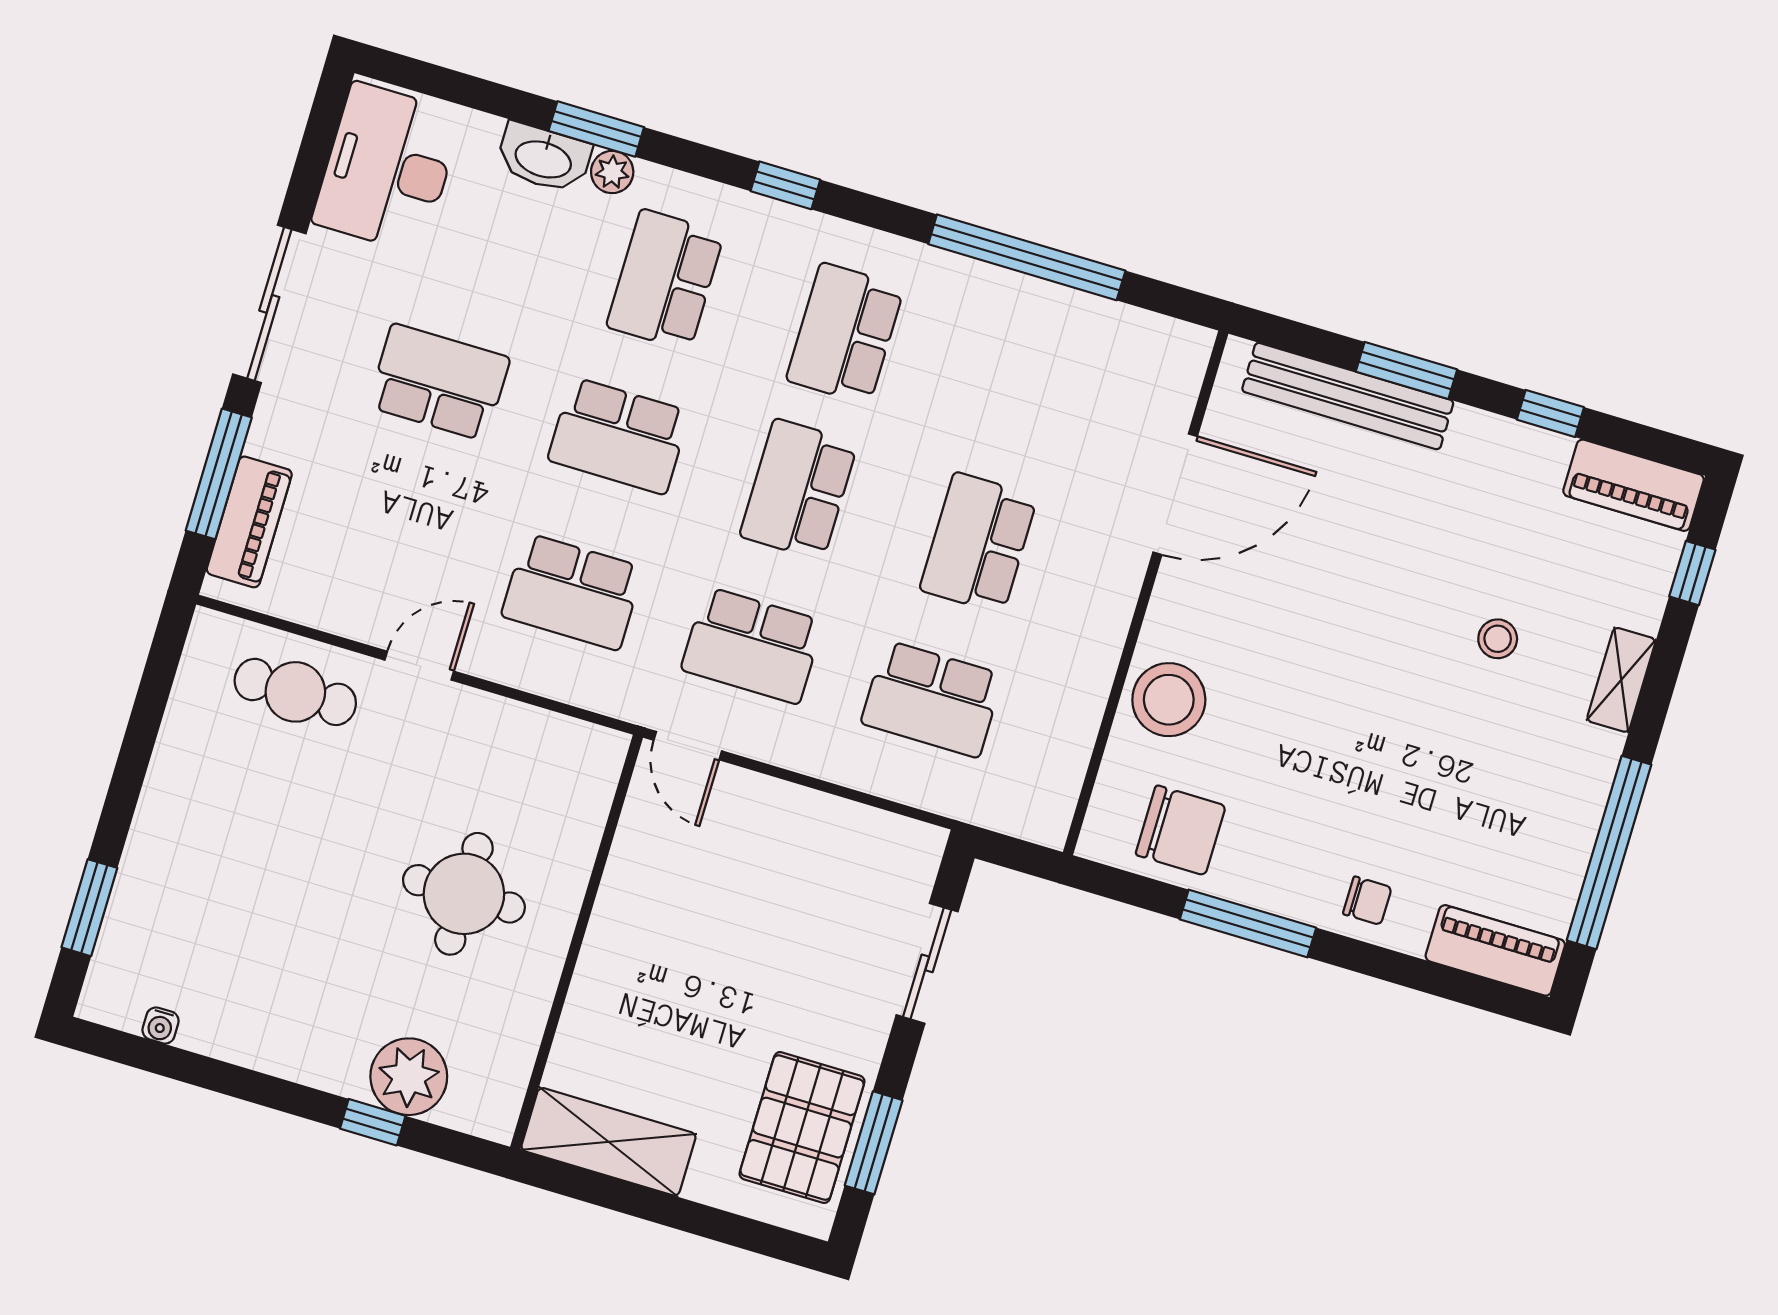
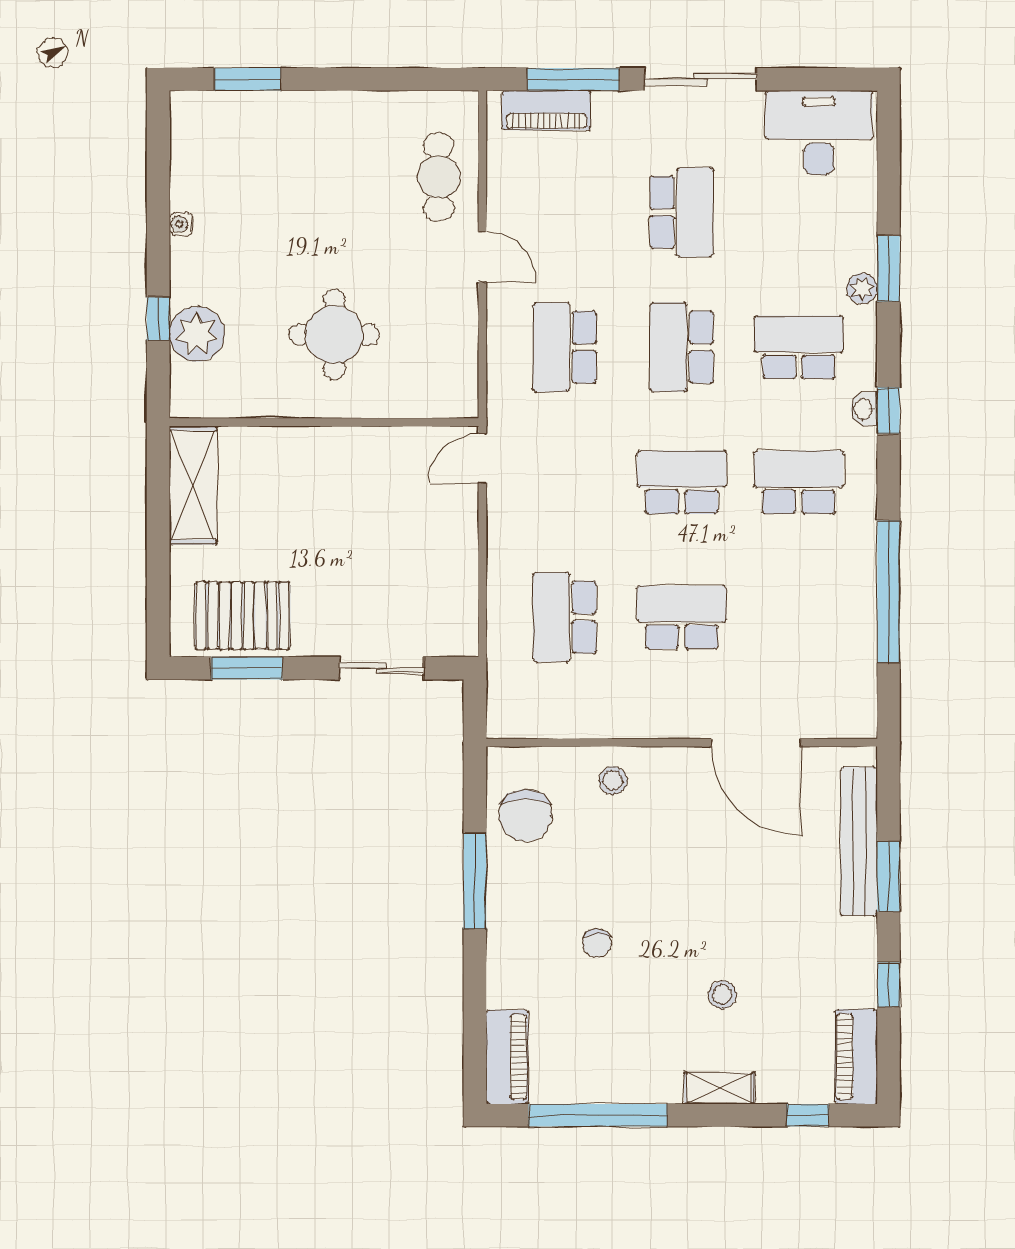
washbasin: (544, 158) -> (864, 409), moved, width x0.52, depth x0.69
school desk: (752, 645) -> (565, 482), removed
stool: (1169, 700) -> (613, 780), width x0.53, depth x0.53
chair: (1367, 901) -> (597, 943), moved
water cooler: (161, 1026) -> (181, 224), moved

